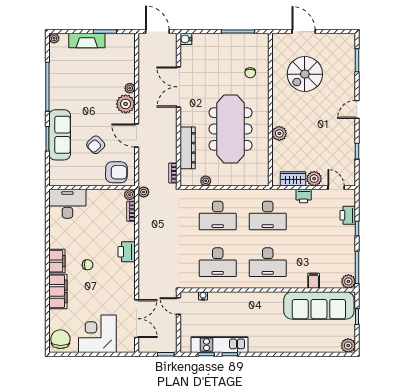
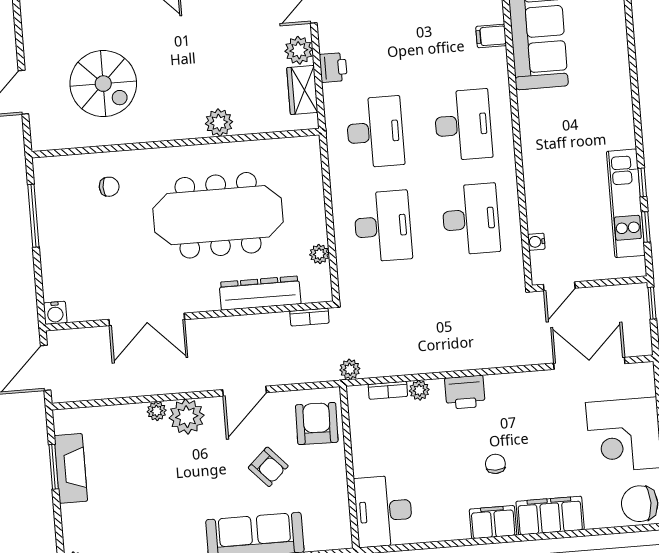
fireplace: (87, 41) -> (71, 468), moved
plant: (130, 195) -> (419, 390), moved

